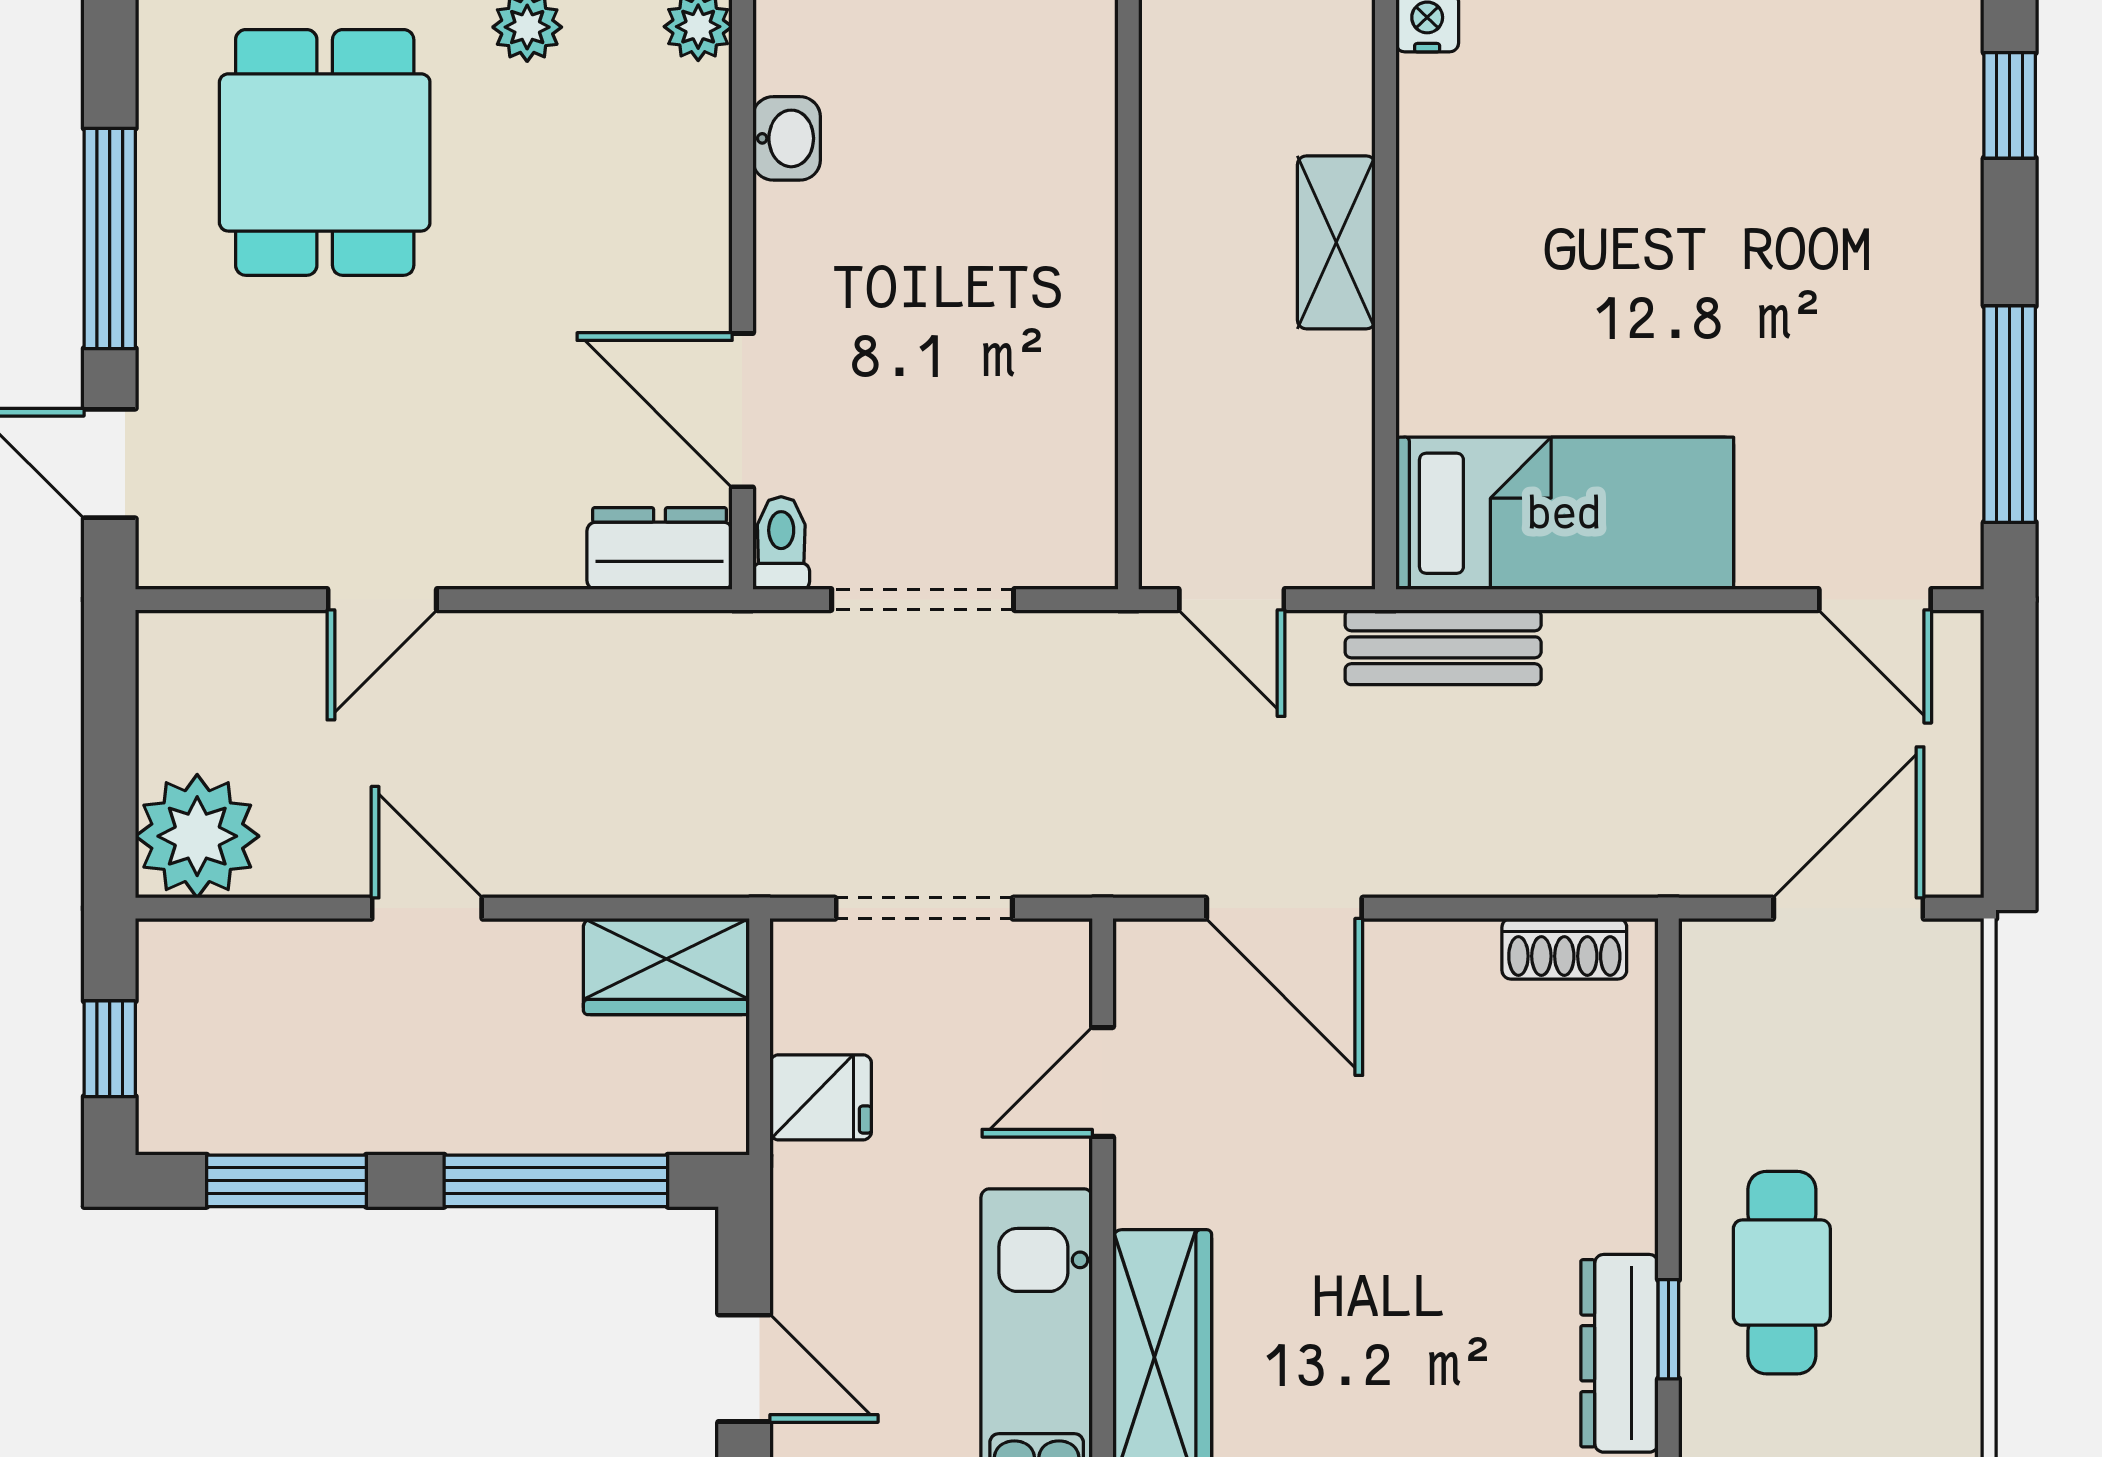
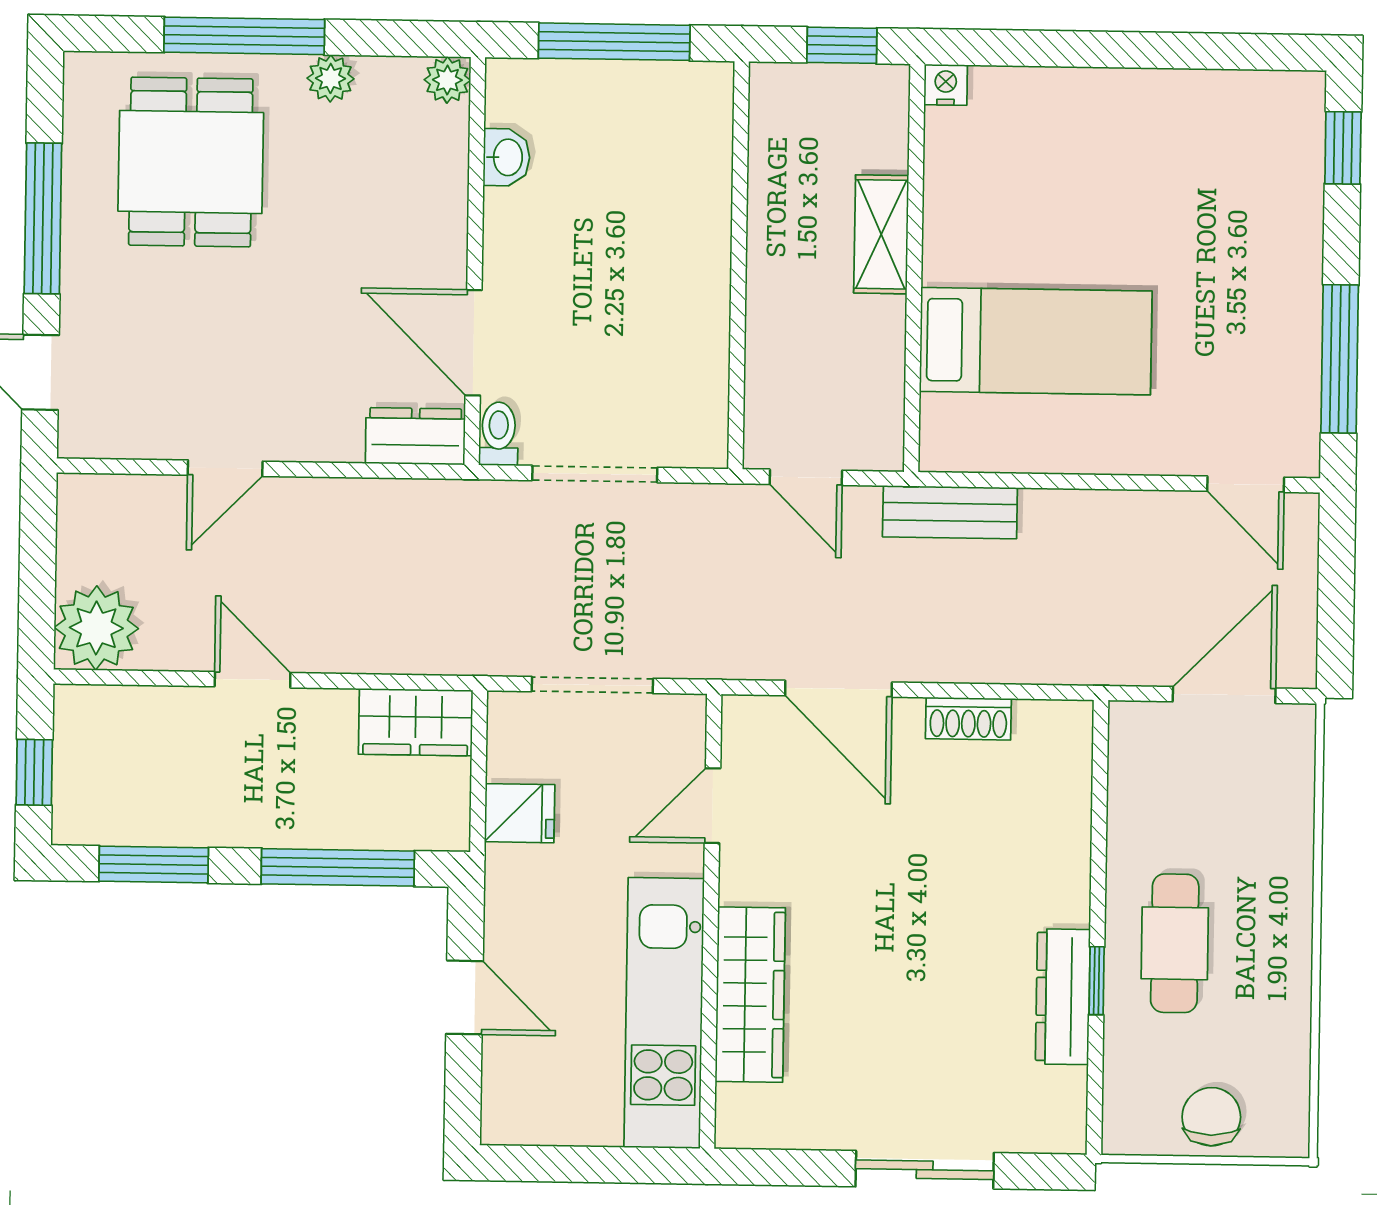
bed: (1565, 513) -> (1036, 341), moved
shoe rack: (1564, 949) -> (968, 719), moved

